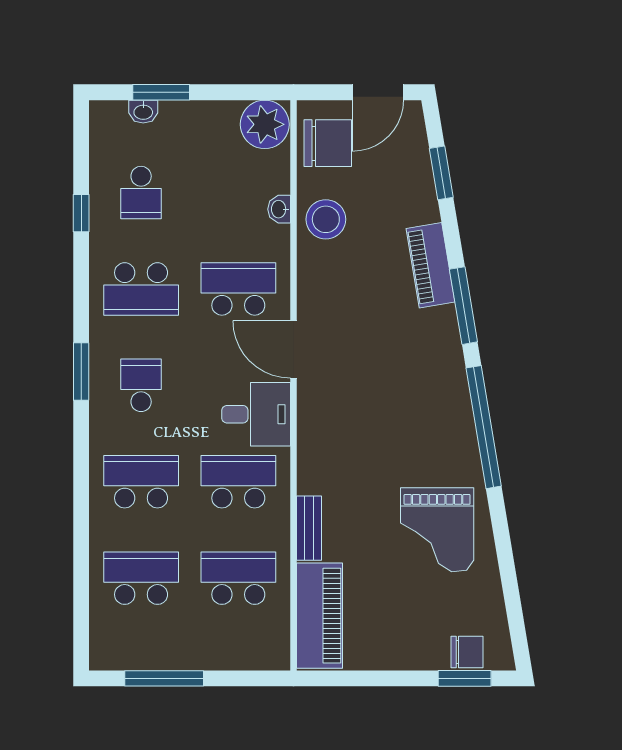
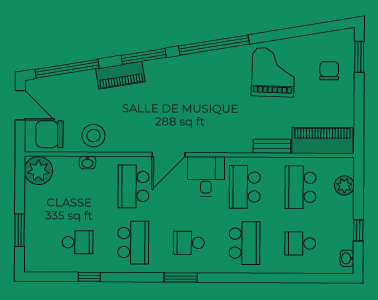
washbasin: (143, 112) -> (347, 258), moved, turned 180
chair: (328, 143) -> (49, 134), turned -90
window: (441, 173) -> (67, 69), width x2.11
school desk: (141, 482) -> (245, 243), turned 180
grand piano: (437, 530) -> (273, 72), turned -88
school desk: (141, 578) -> (300, 243), width x0.54
chair: (467, 652) -> (329, 71), moved
plant: (242, 654) -> (344, 185), added
window: (164, 678) -> (358, 230), width x0.46

